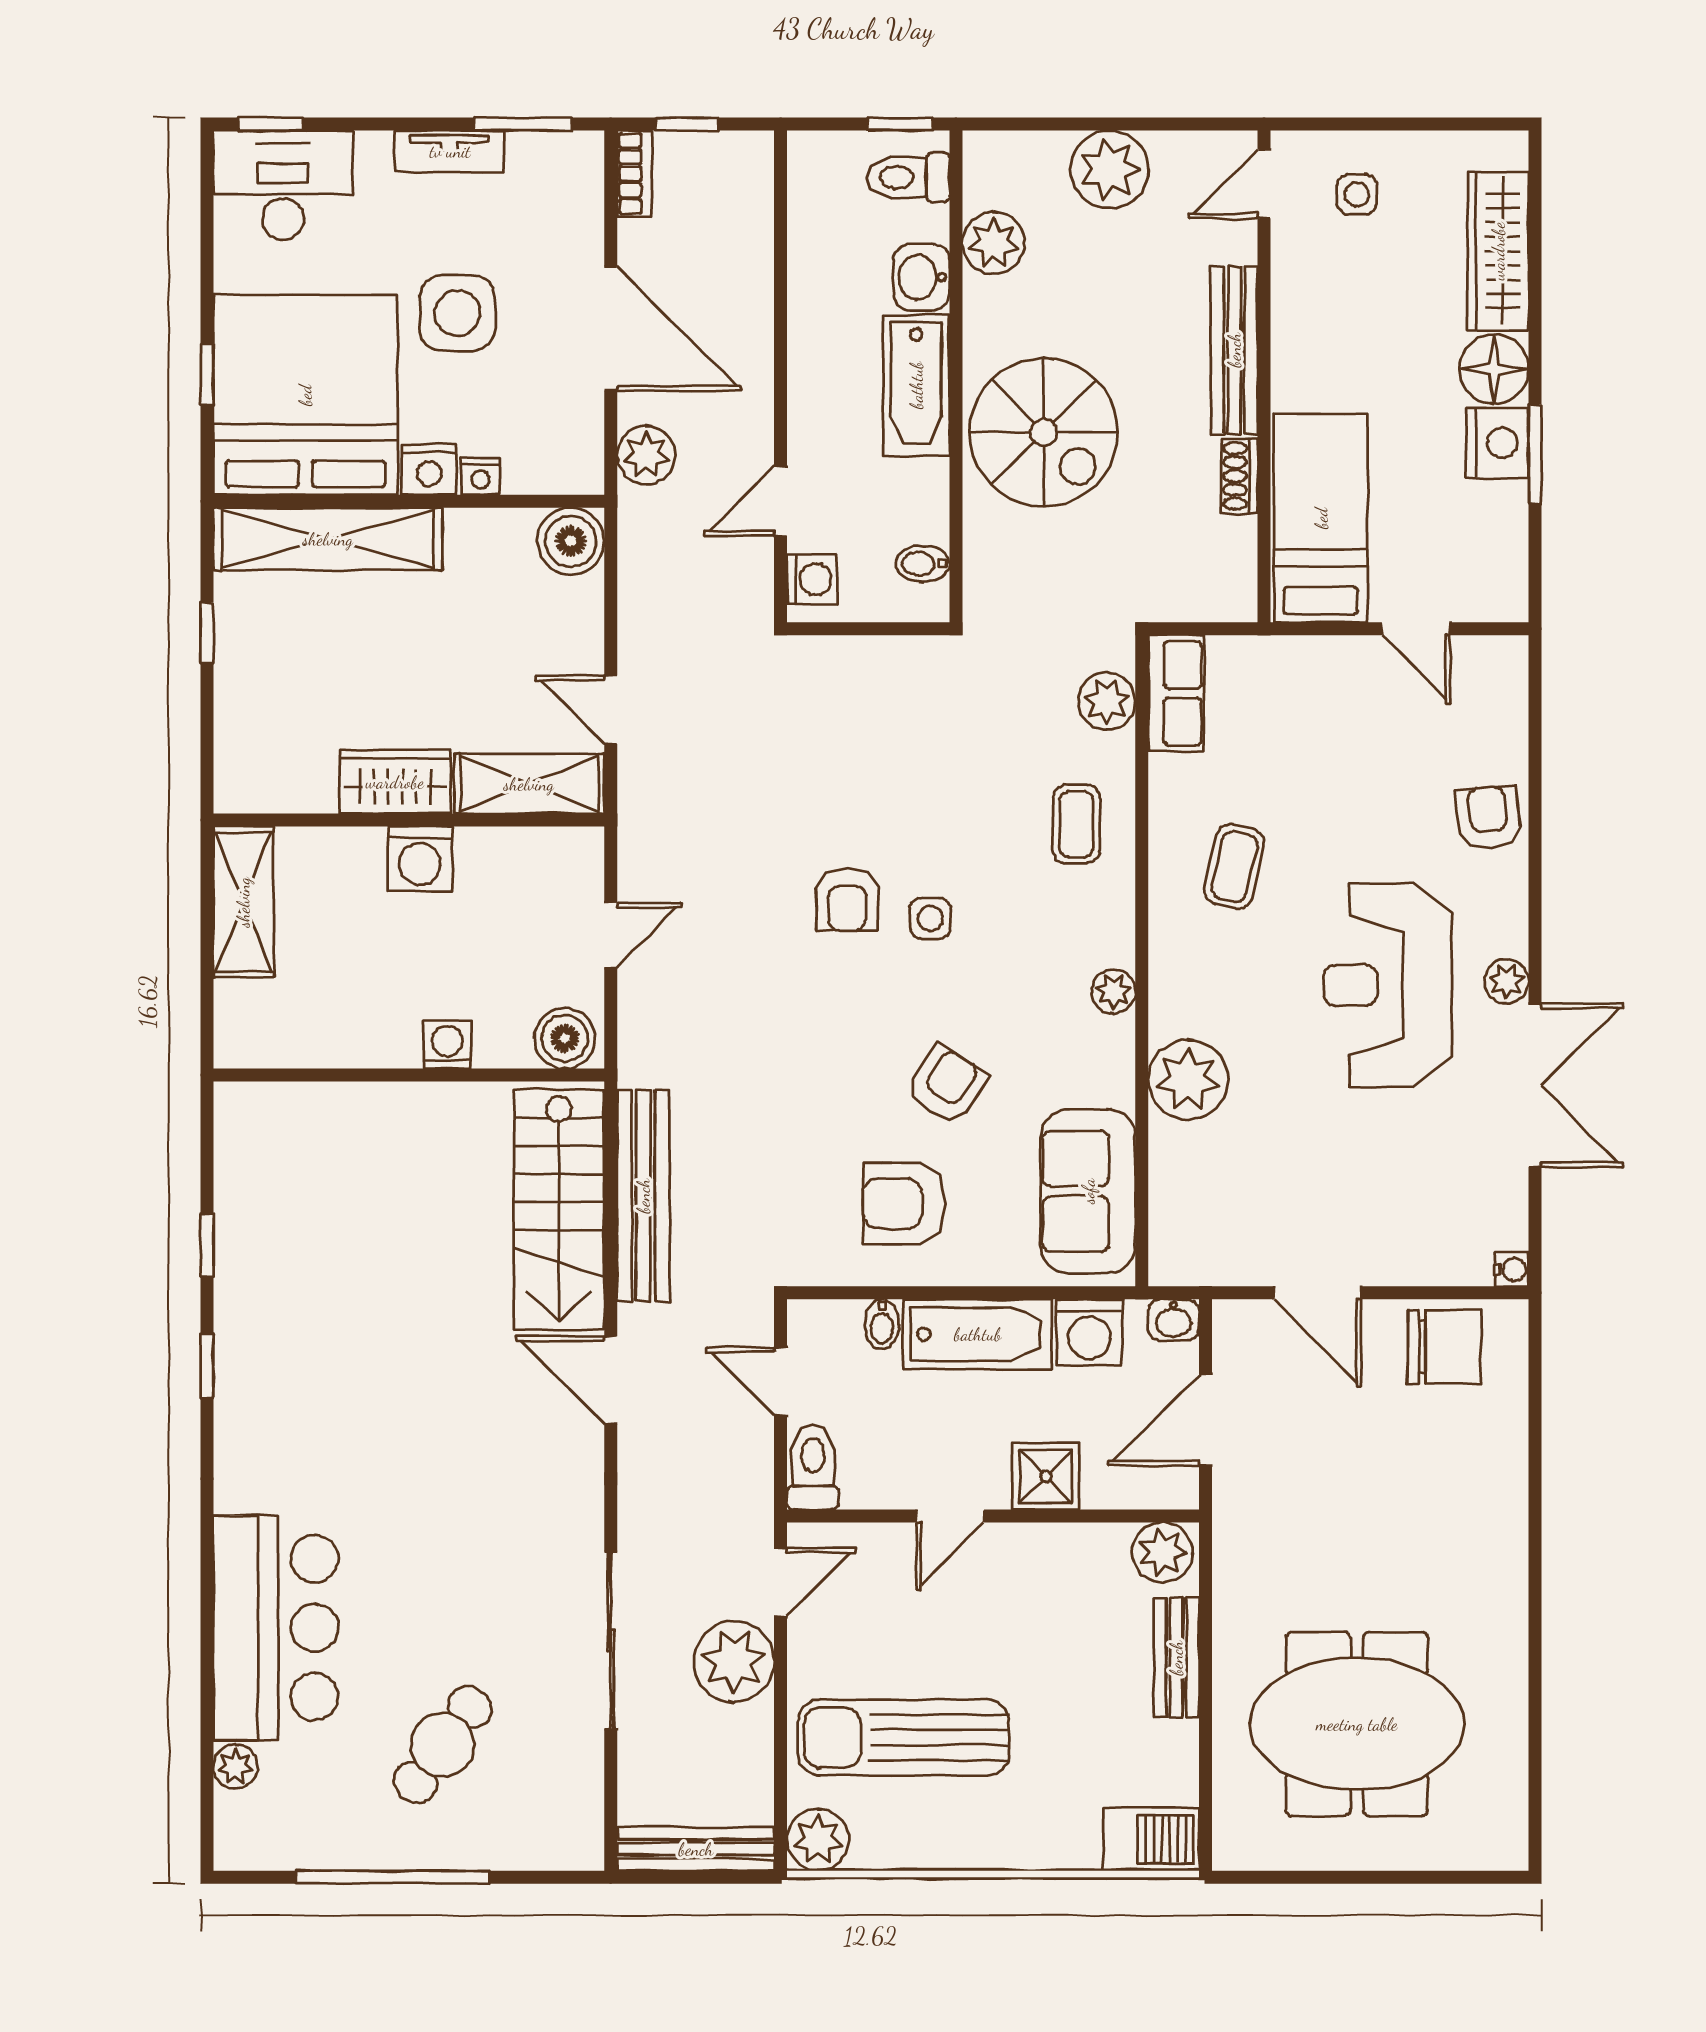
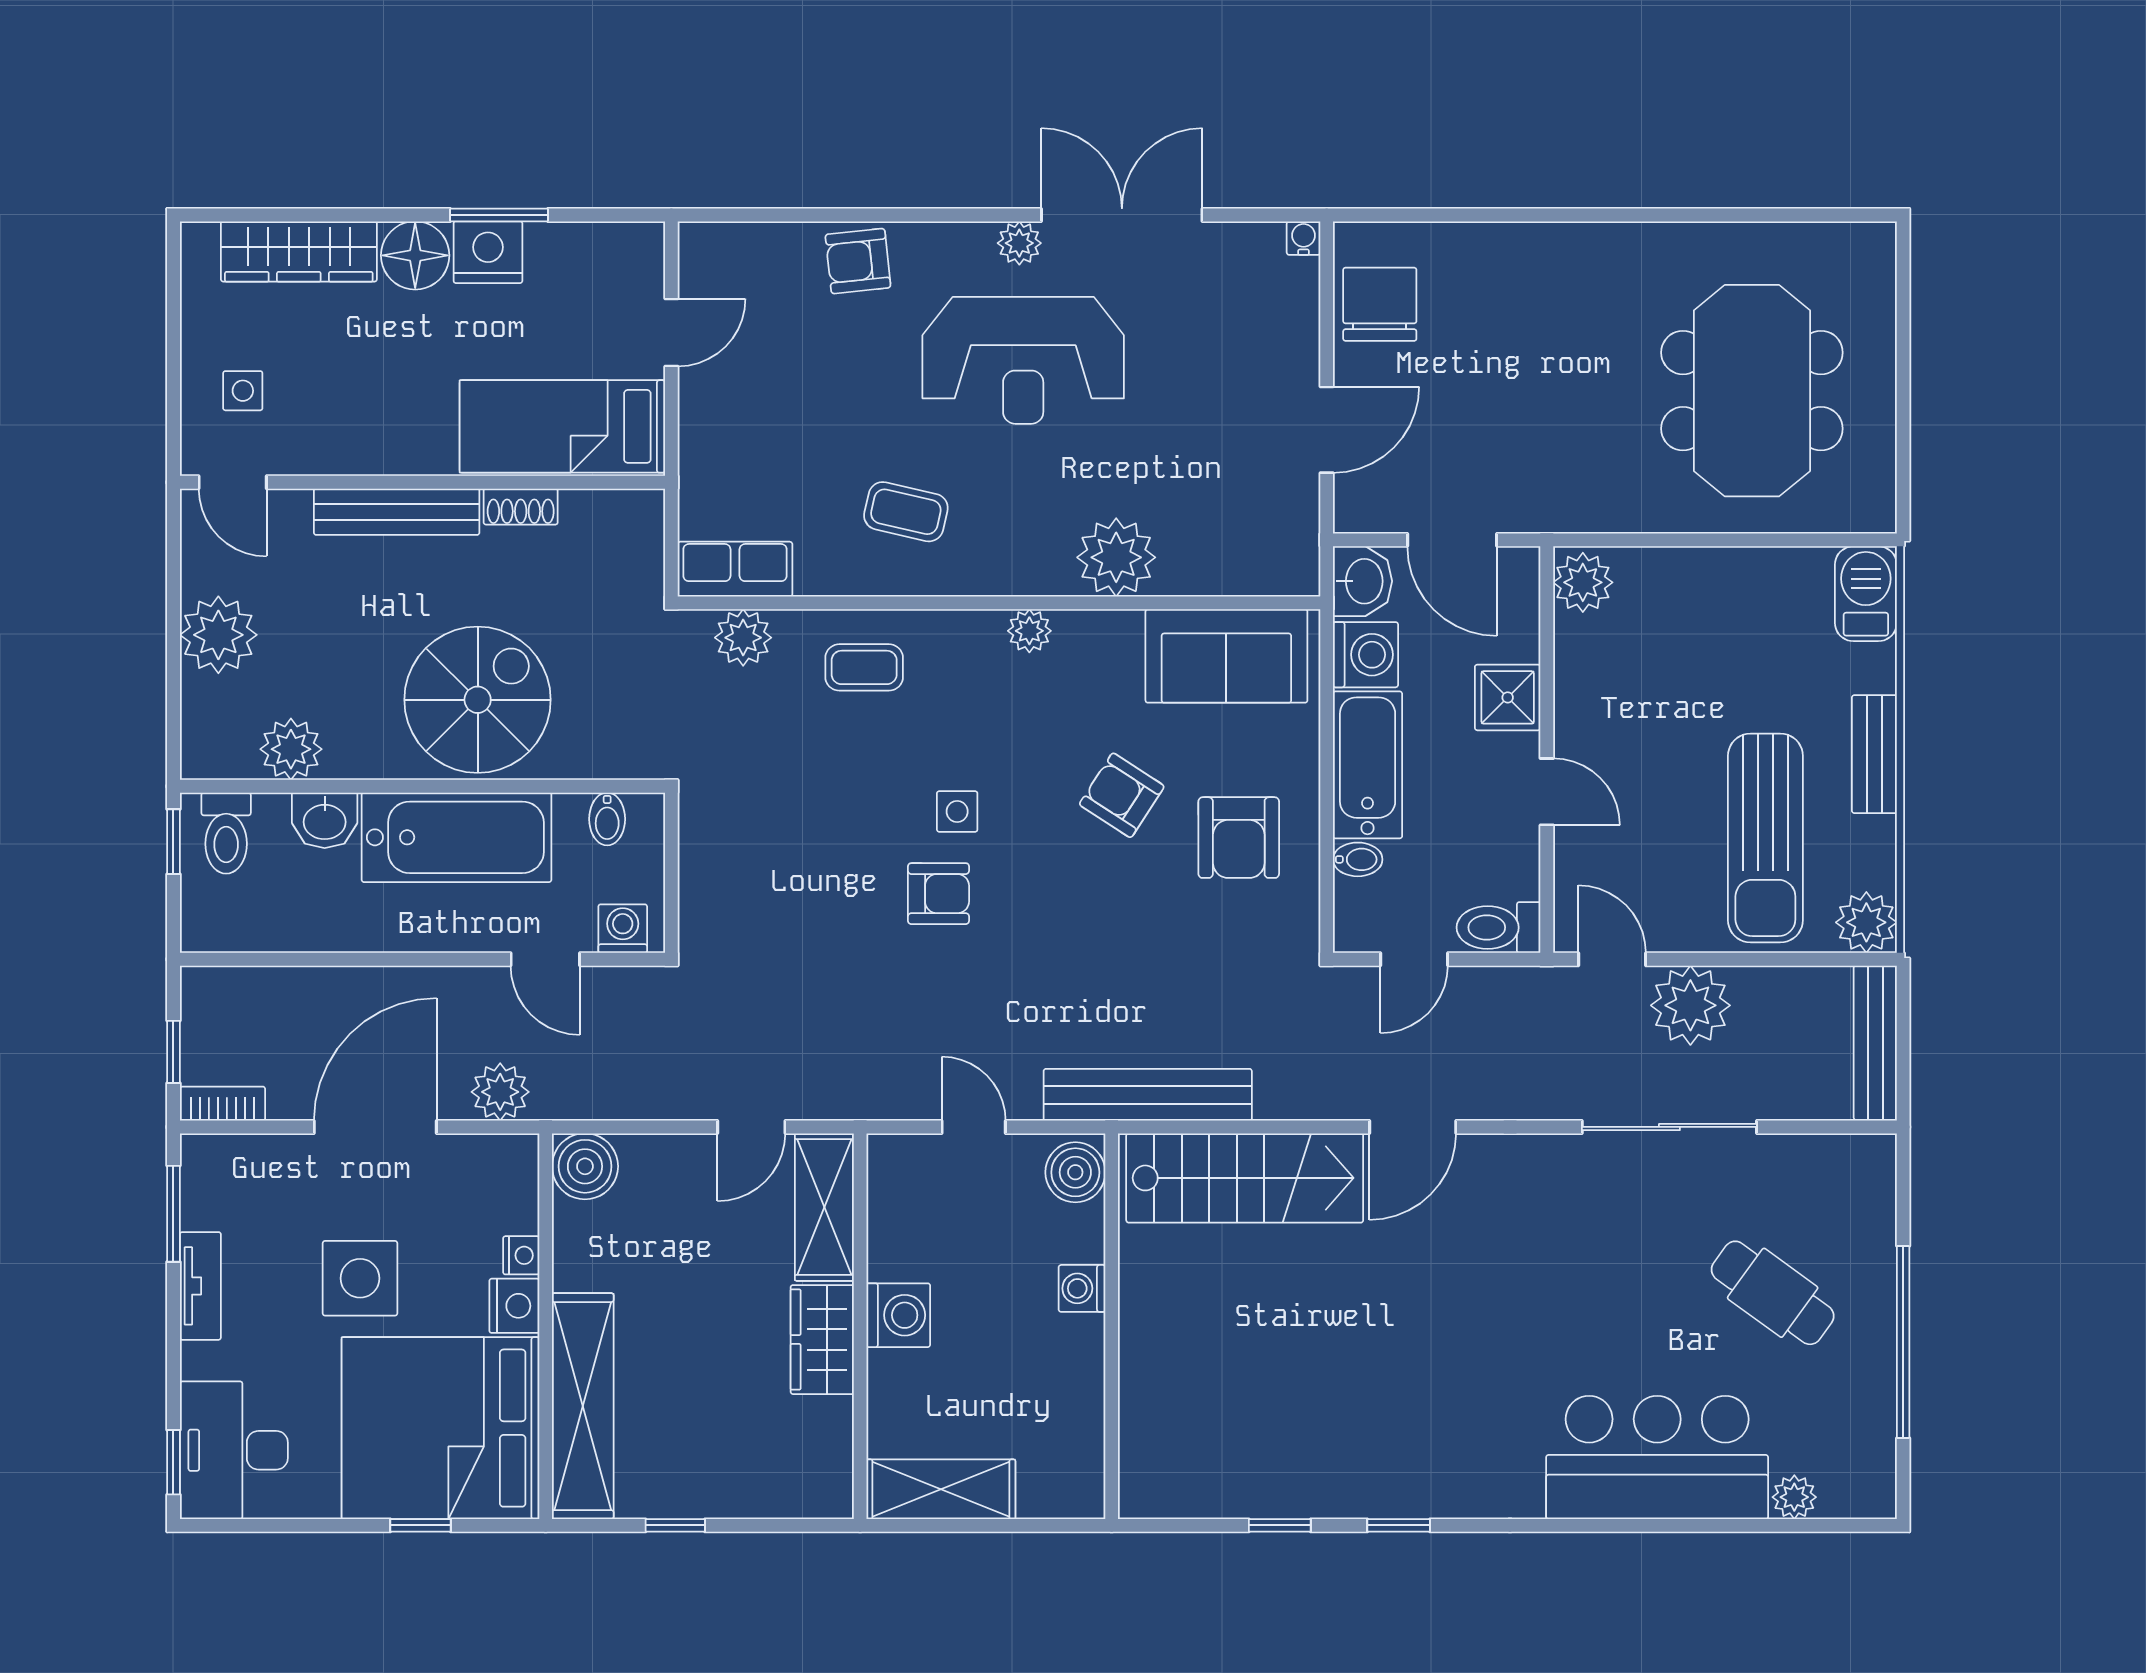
bathtub: (916, 385) -> (456, 837), width x1.36, depth x1.36
bench: (643, 1196) -> (1148, 1095), moved
washbasin: (1174, 1320) -> (1363, 581), width x1.38, depth x1.45
bench: (1176, 1658) -> (1874, 754), moved, turned 90

